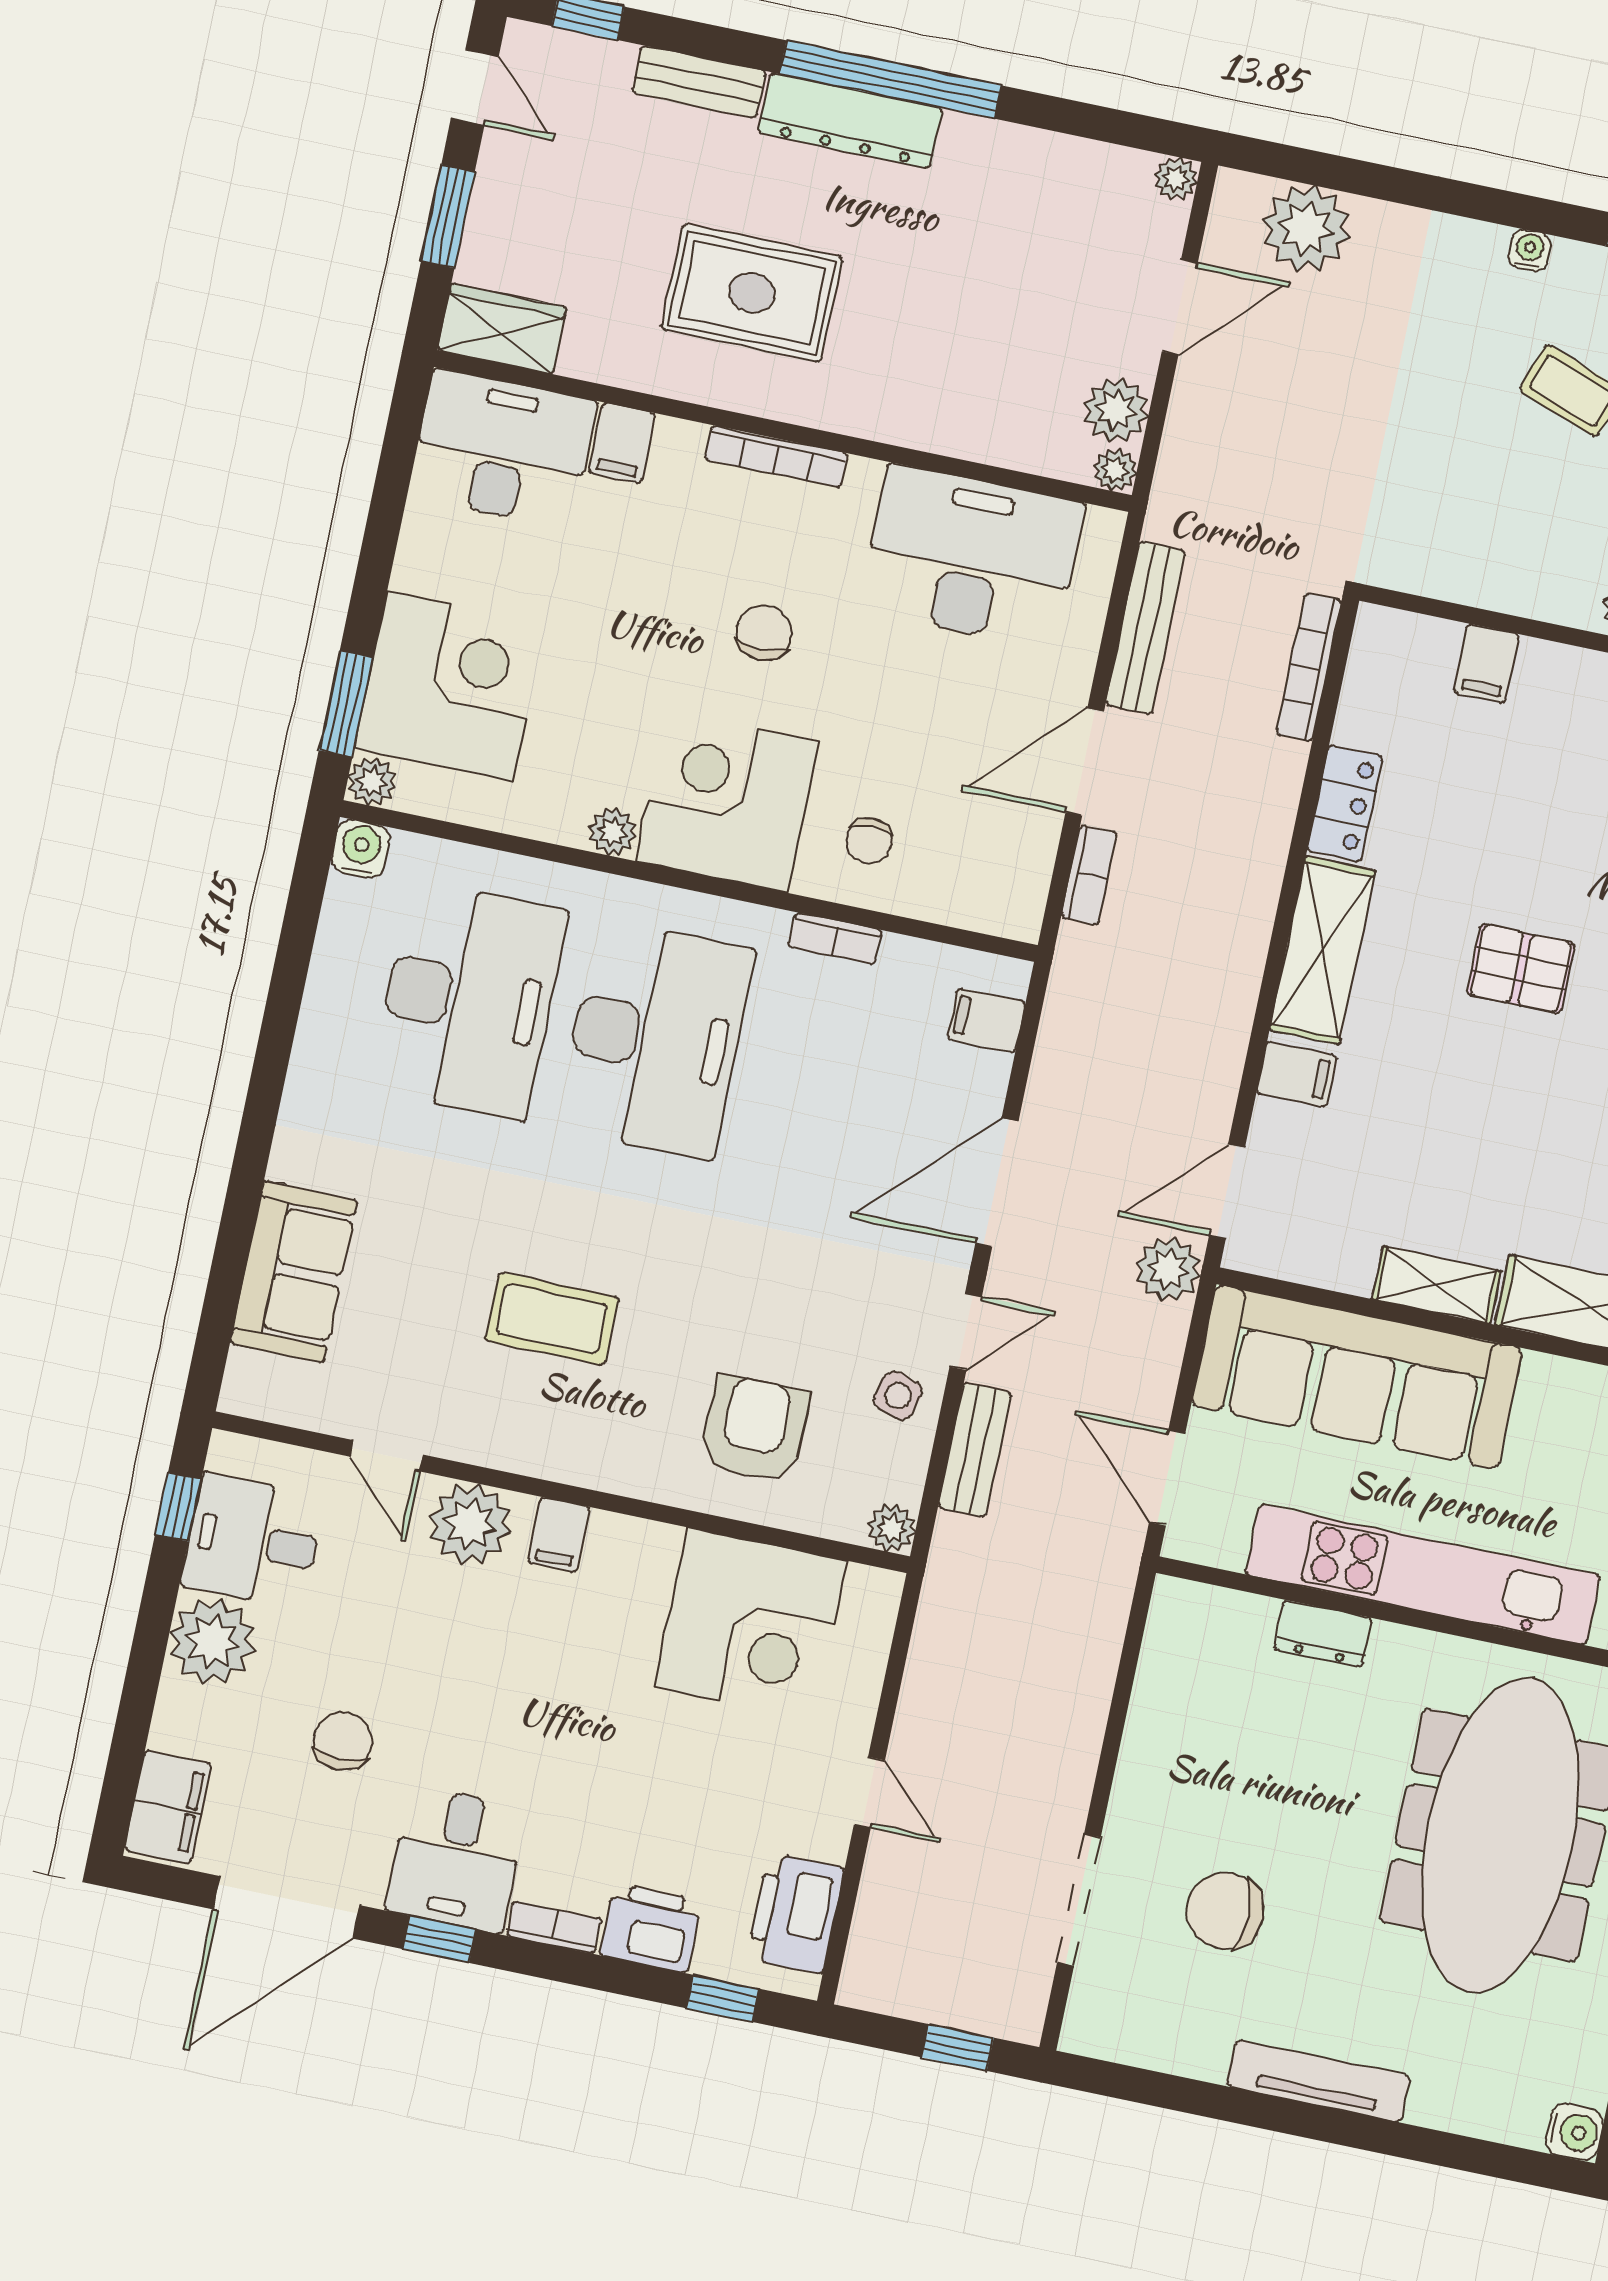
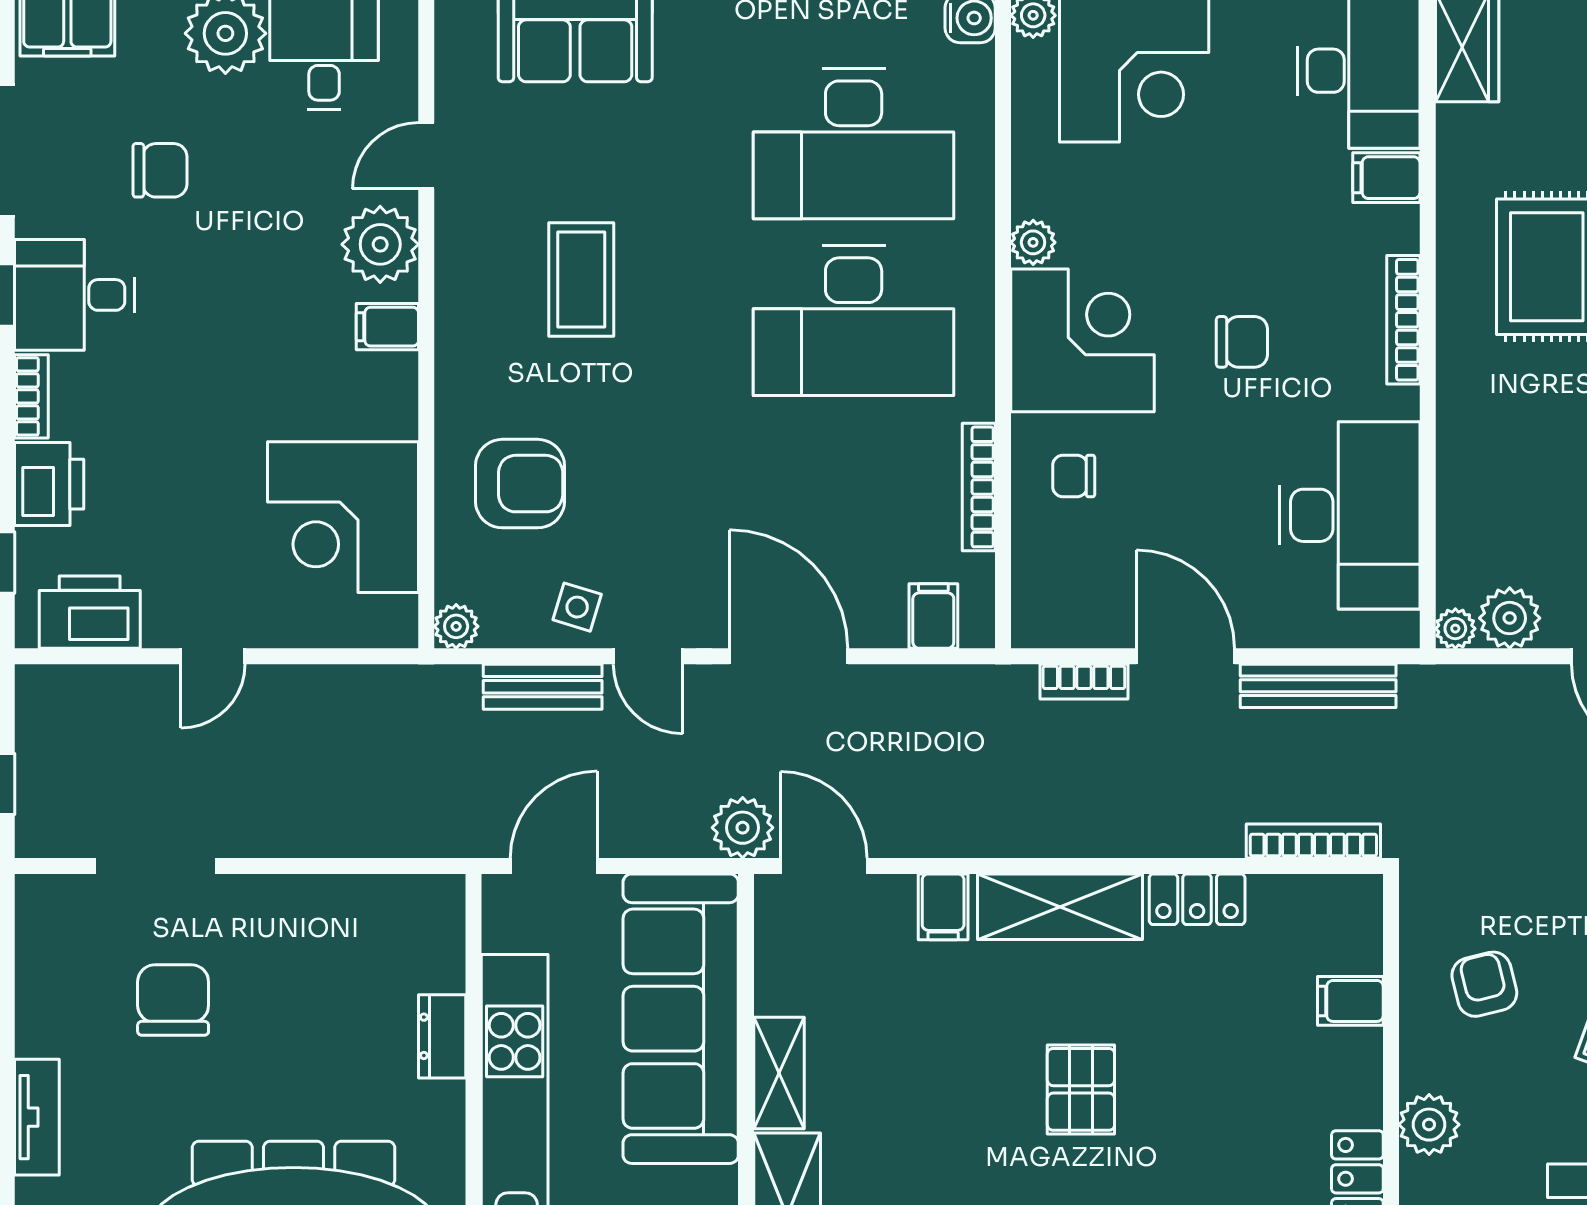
armchair: (1498, 518) -> (1484, 984), added
bookcase: (835, 938) -> (979, 487), width x1.56
tv unit: (1319, 2081) -> (37, 1117), width x0.71

